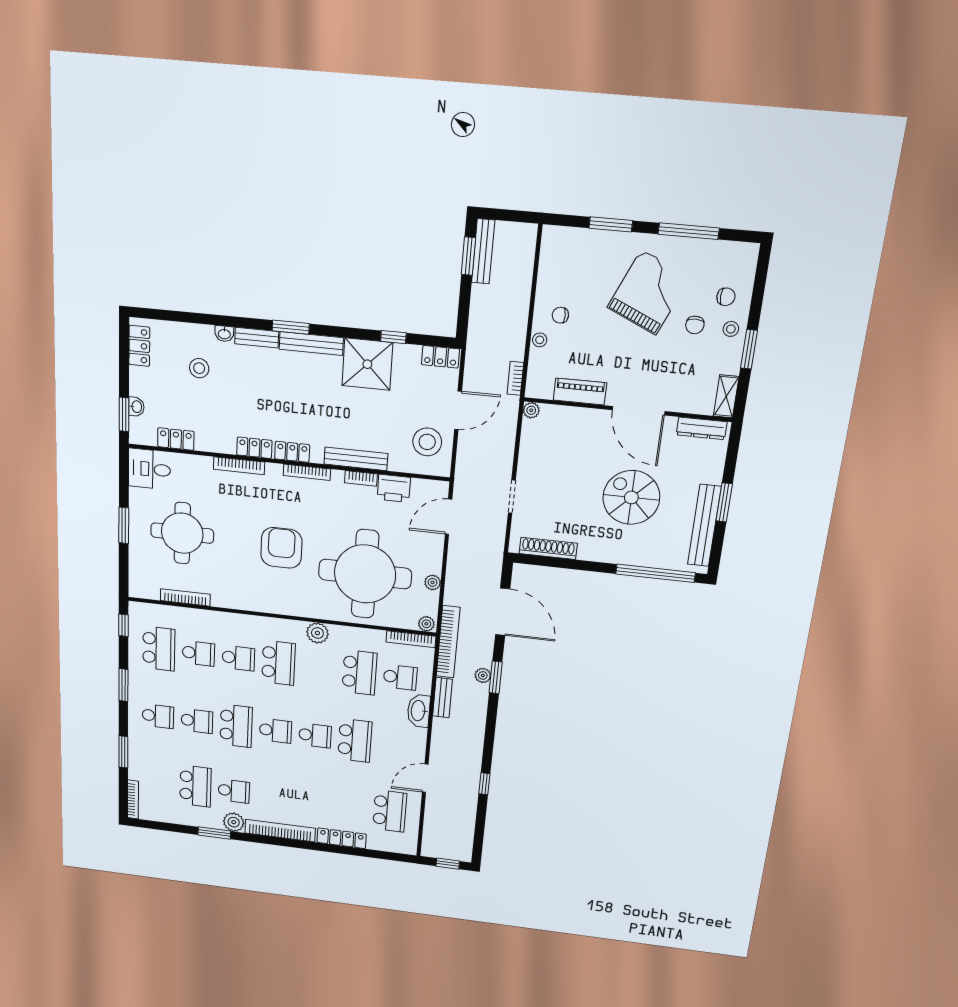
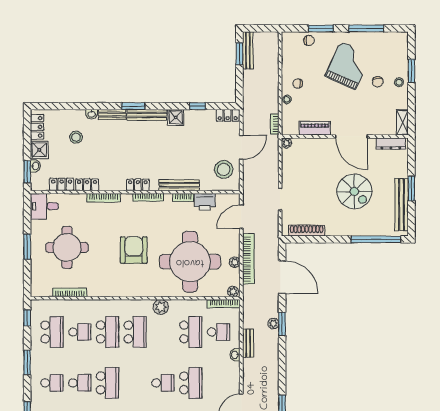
chair: (726, 297) -> (309, 40), moved
window: (749, 349) -> (411, 71), moved
shower: (367, 364) -> (176, 117), width x0.54, depth x0.54
shower: (142, 382) -> (39, 150), added
locker: (254, 448) -> (87, 185), moved
spiral stairs: (631, 497) -> (354, 191), turned 180
bookcase: (448, 642) -> (248, 259), moved
school desk: (238, 658) -> (107, 332), width x1.85
washbasin: (419, 711) -> (235, 355), width x0.52, depth x0.69
school desk: (275, 731) -> (135, 383), removed

